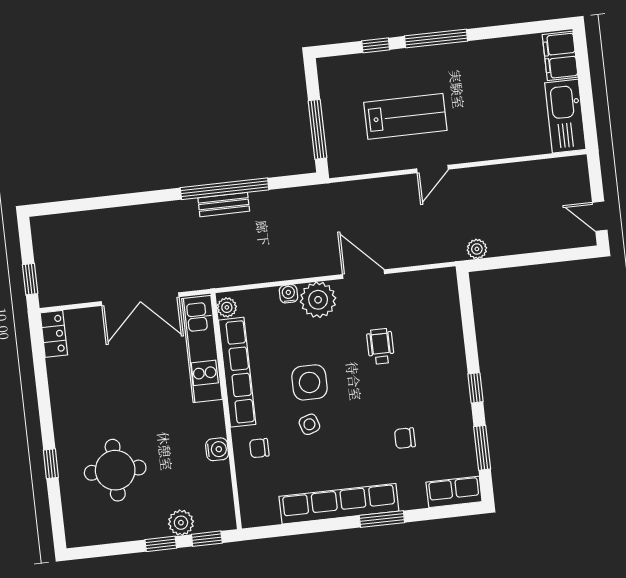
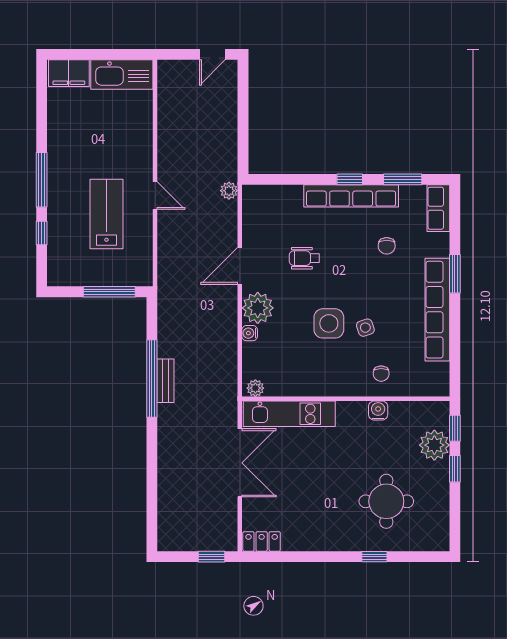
plant: (477, 249) -> (229, 191), moved
row of seats: (237, 372) -> (351, 196), moved, turned 180
plant: (181, 523) -> (434, 445), width x1.36, depth x1.36

